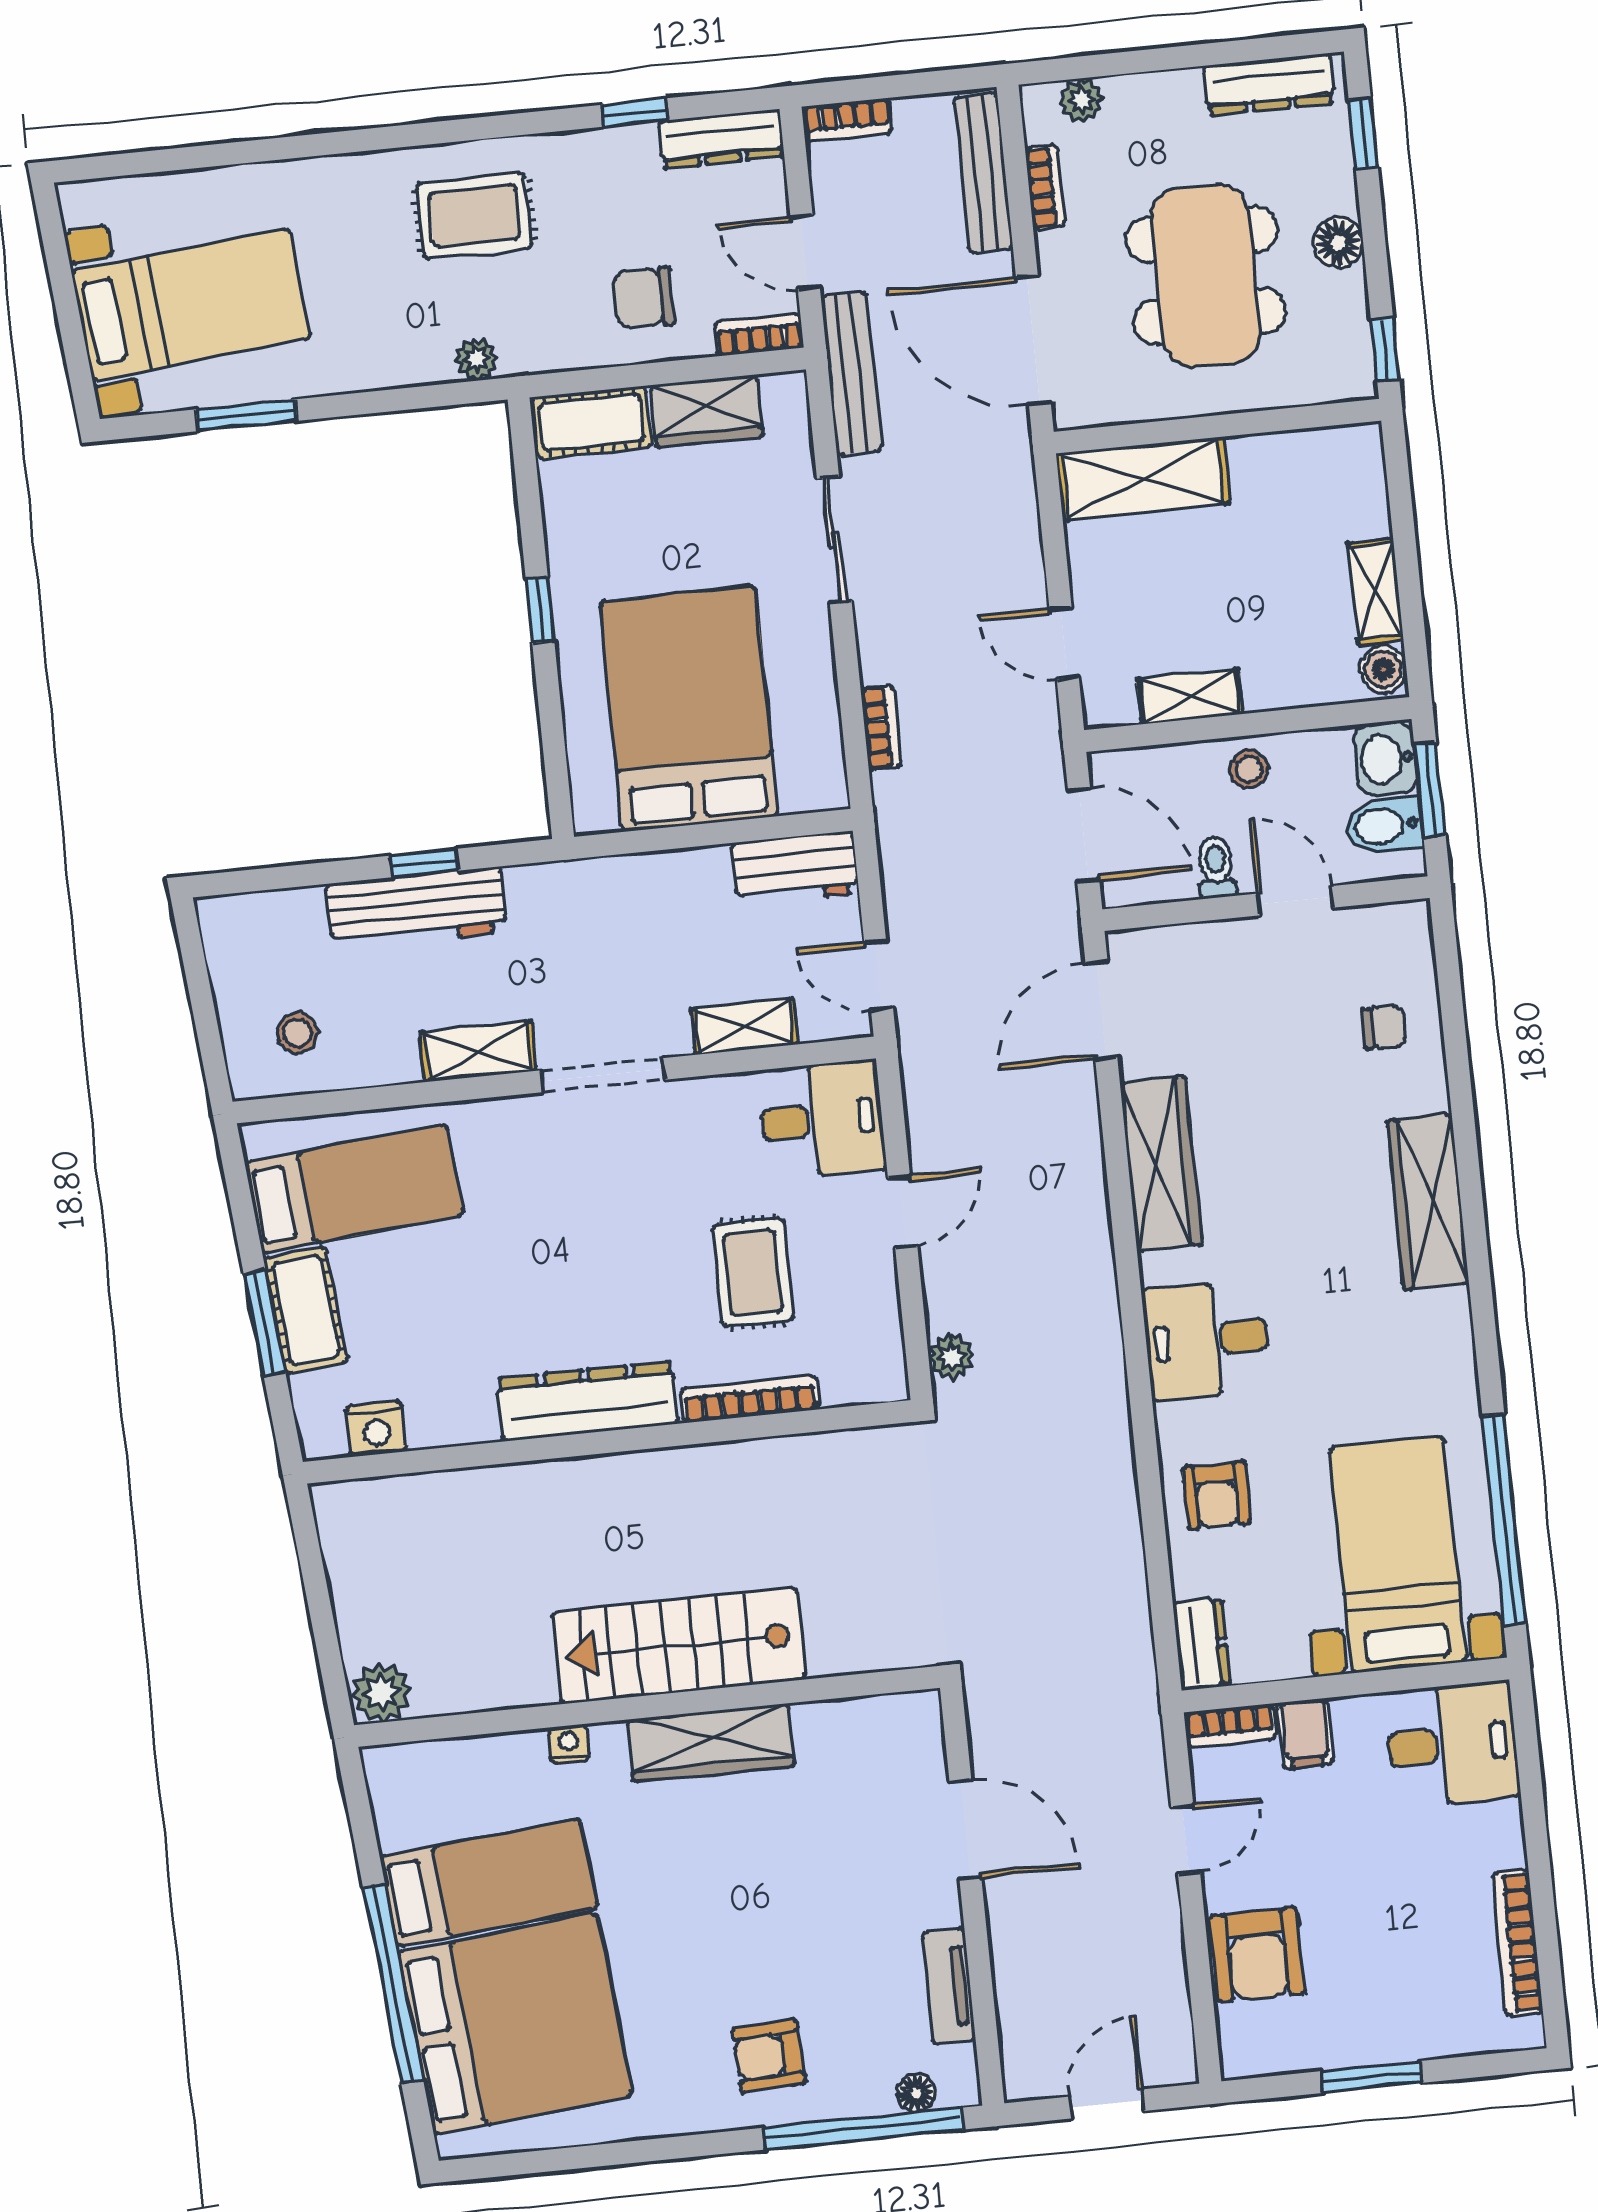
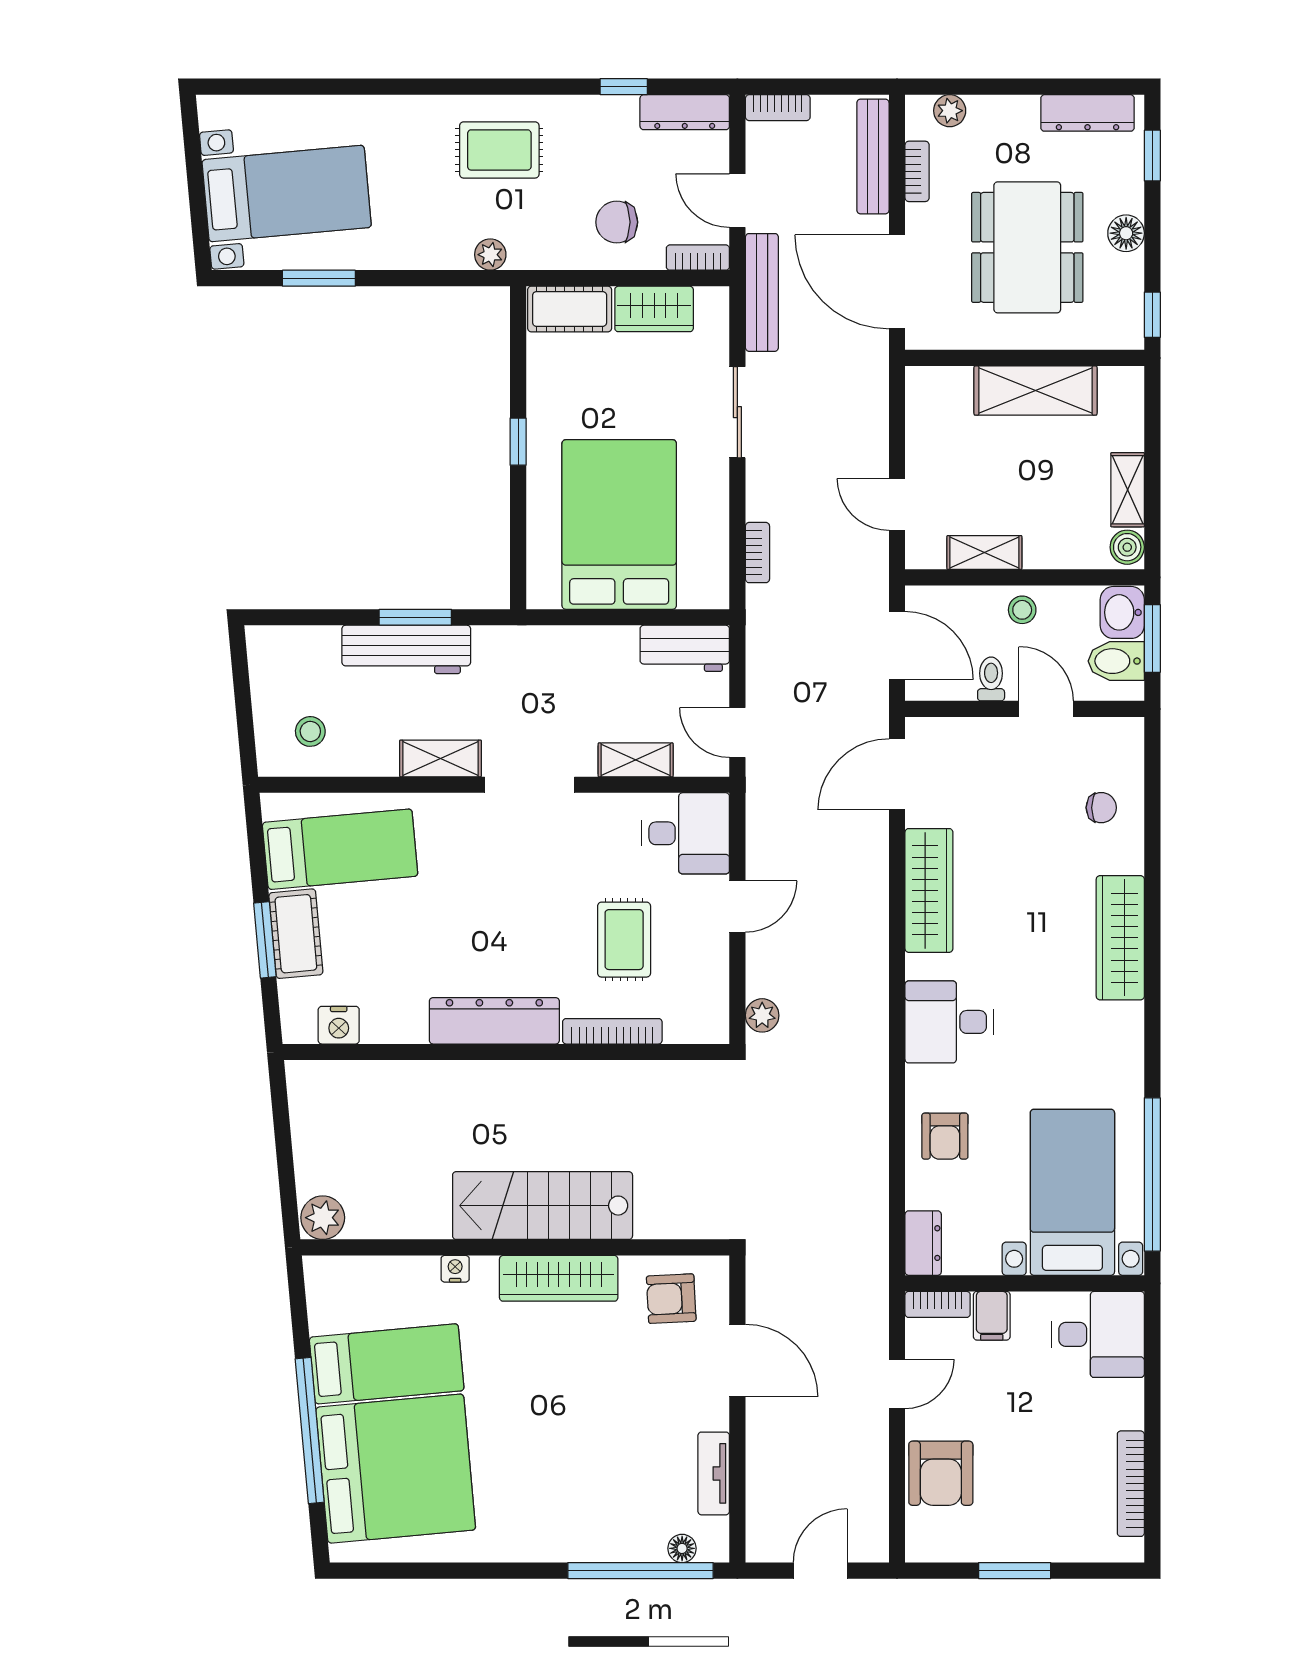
shelving: (1143, 479) -> (1035, 391), moved
window: (424, 863) -> (415, 617), width x1.50
armchair: (769, 2056) -> (671, 1299), moved

